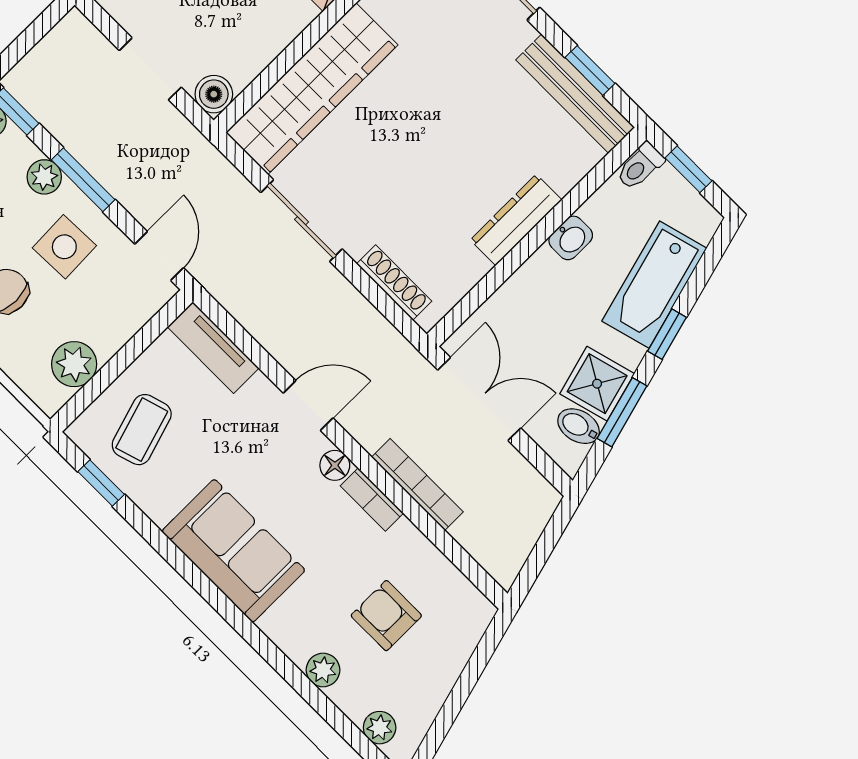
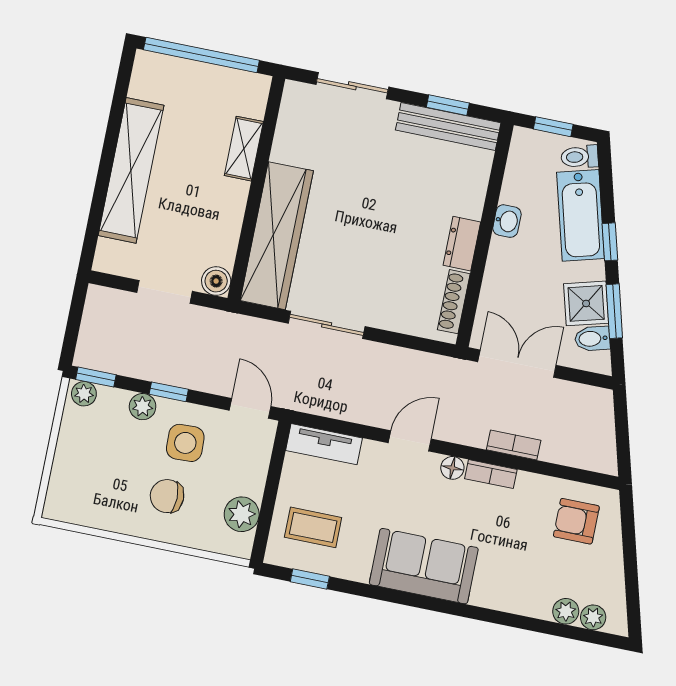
toilet: (640, 166) -> (580, 157), moved, turned 75
window: (83, 180) -> (169, 392), width x0.67
dresser: (516, 220) -> (462, 244), width x0.70
shoe rack: (394, 282) -> (454, 302), moved, turned -90
coffee table: (142, 430) -> (313, 527), turned -73
bookcase: (417, 484) -> (514, 445), width x0.64
armchair: (386, 616) -> (576, 521), moved
plant: (323, 670) -> (566, 611), moved

